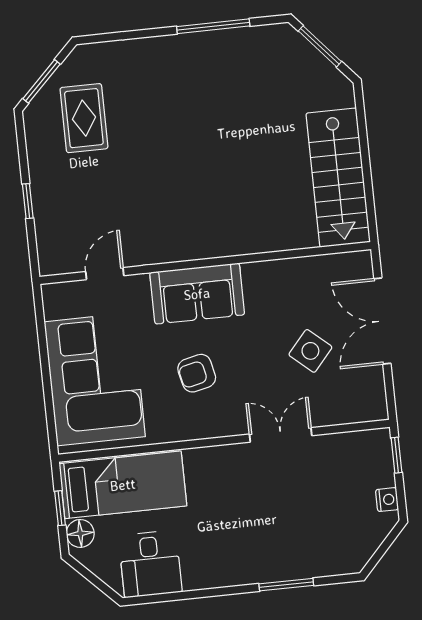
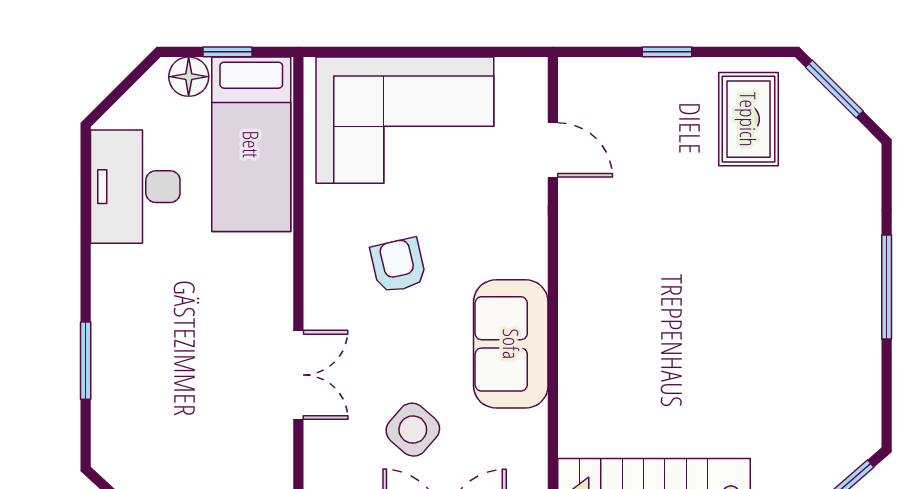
window: (213, 26) -> (887, 287), moved
rug: (84, 118) -> (748, 119), moved, turned 90
sofa: (197, 294) -> (511, 344), moved
desk: (150, 564) -> (135, 187), width x1.37

